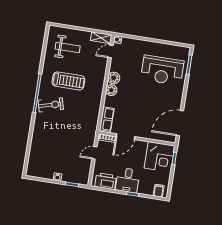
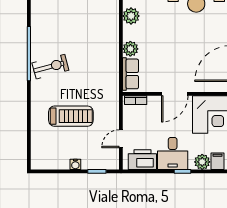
treadmill: (68, 81) -> (71, 116), moved
plant: (111, 90) -> (130, 49), moved
door: (125, 137) -> (175, 94), moved
door: (94, 153) -> (121, 139), moved
plant: (148, 189) -> (202, 162), added

